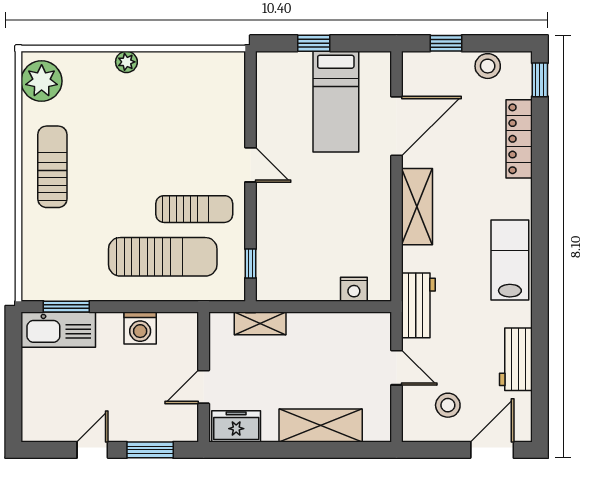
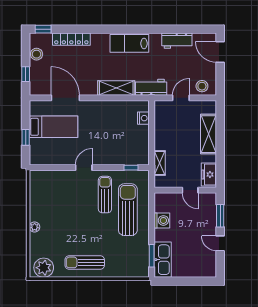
shelving: (417, 207) -> (116, 88), moved
stool: (448, 405) -> (202, 86), moved

